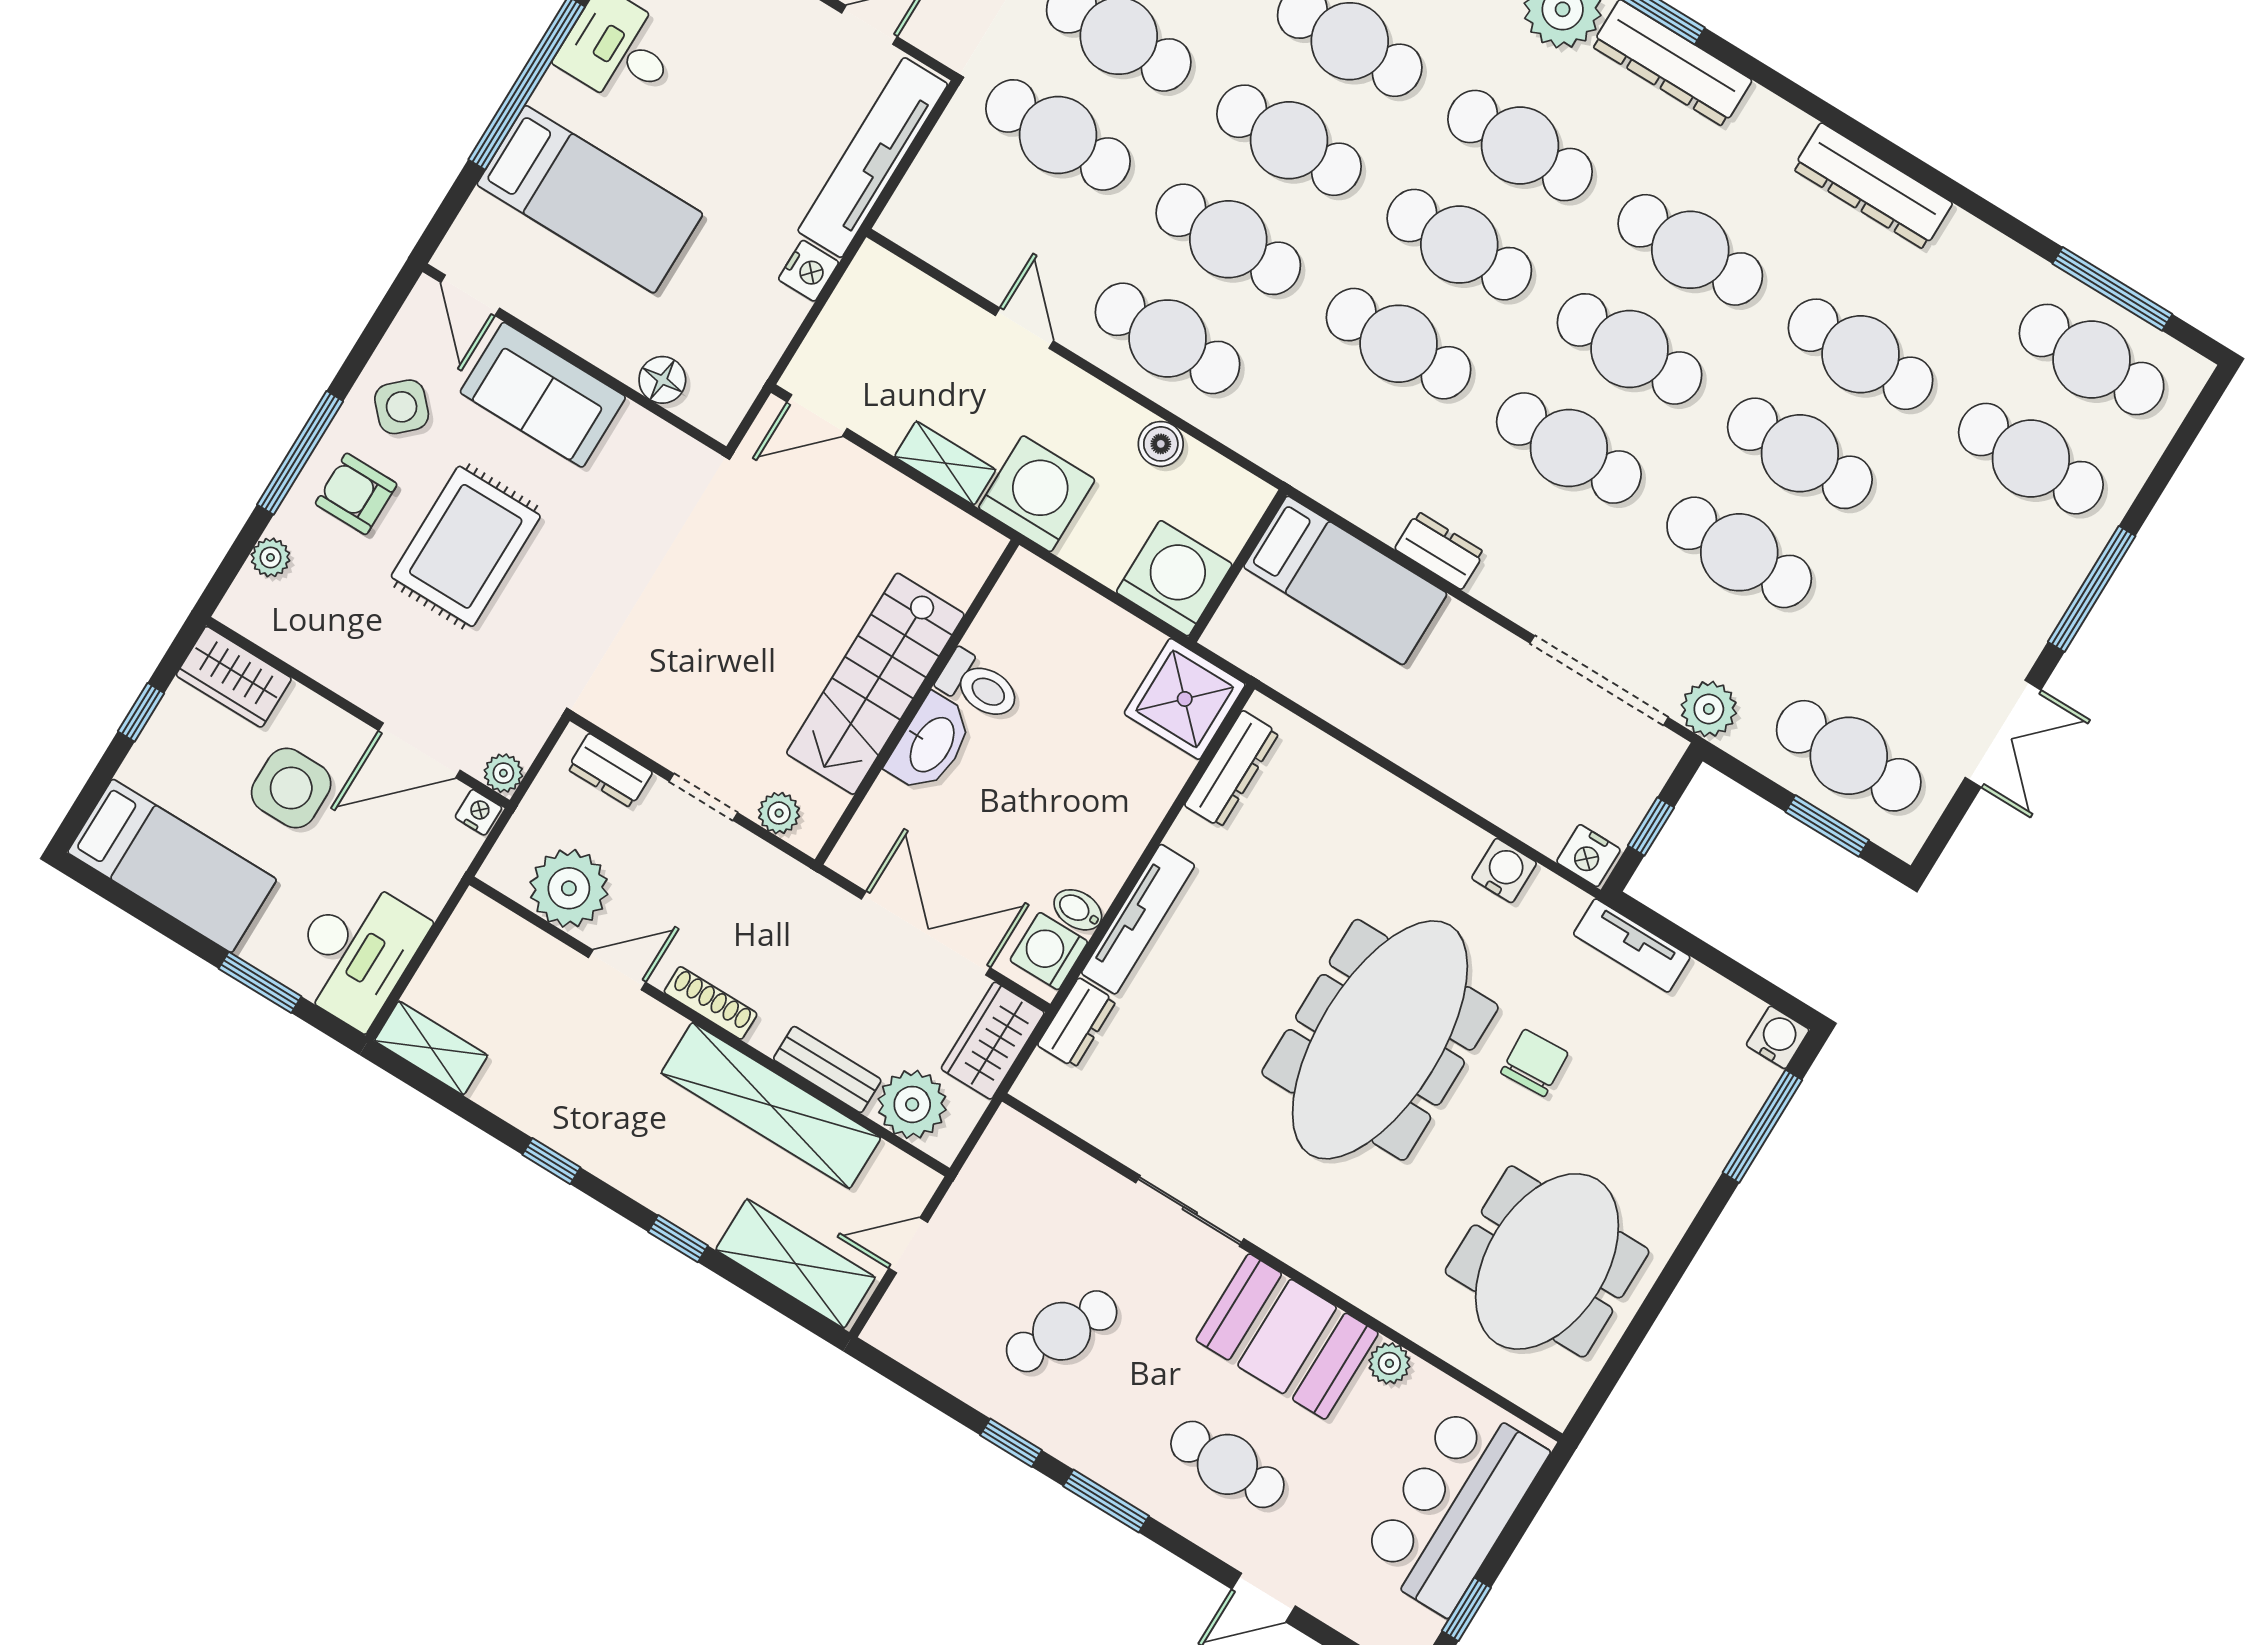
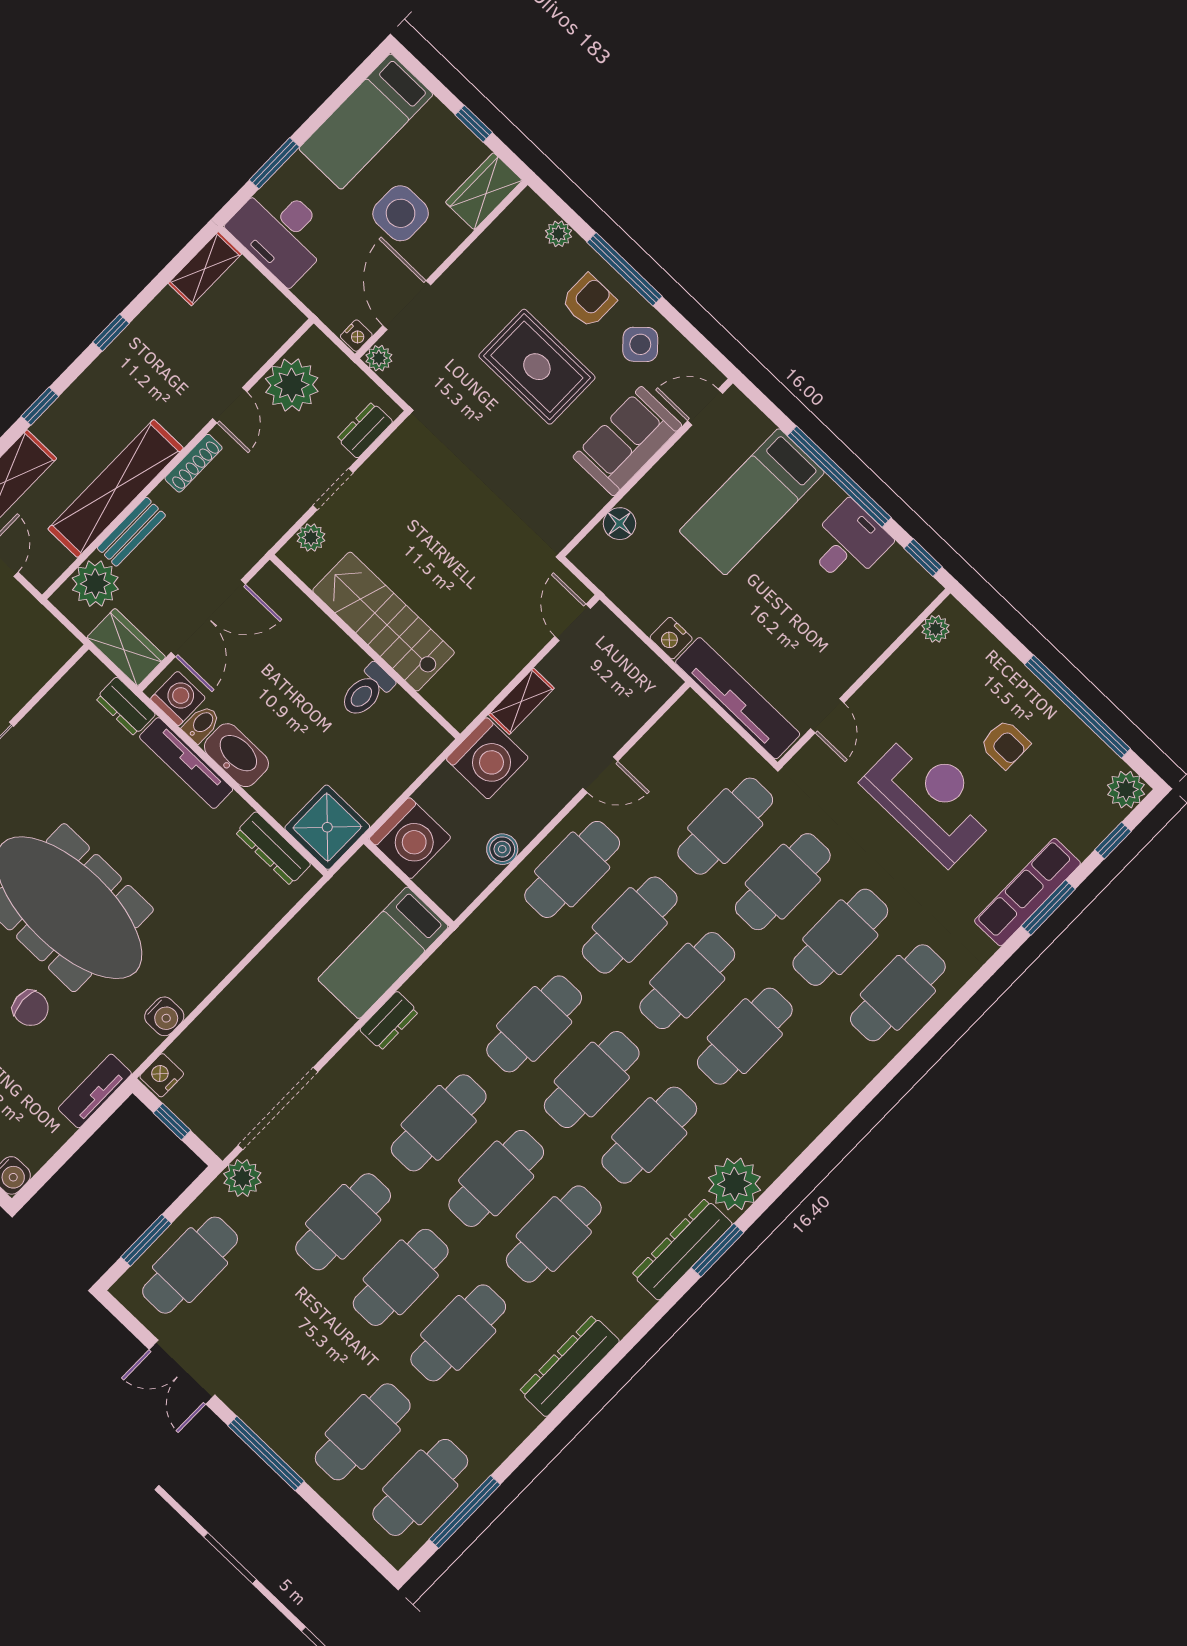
washbasin: (931, 744) -> (236, 755), moved, turned 180

